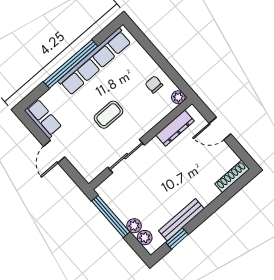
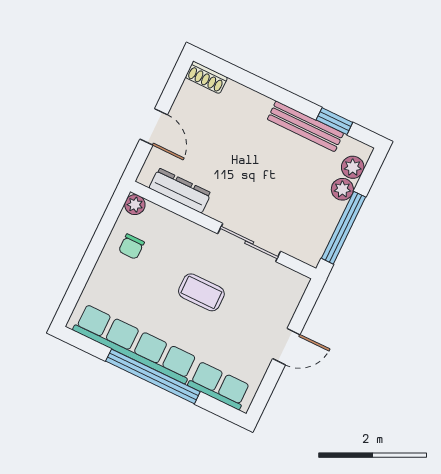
row of seats: (43, 119) -> (219, 385), moved, turned 90
shoe rack: (232, 176) -> (206, 77), width x0.70

